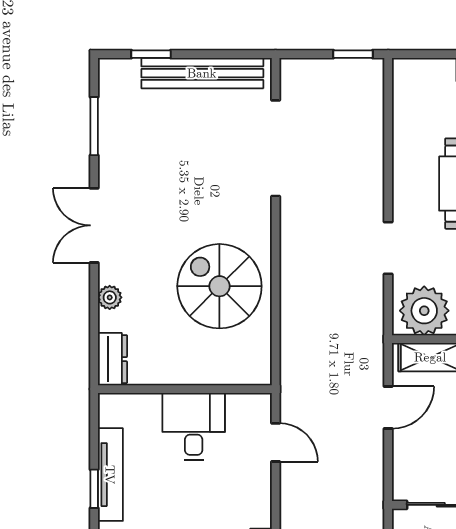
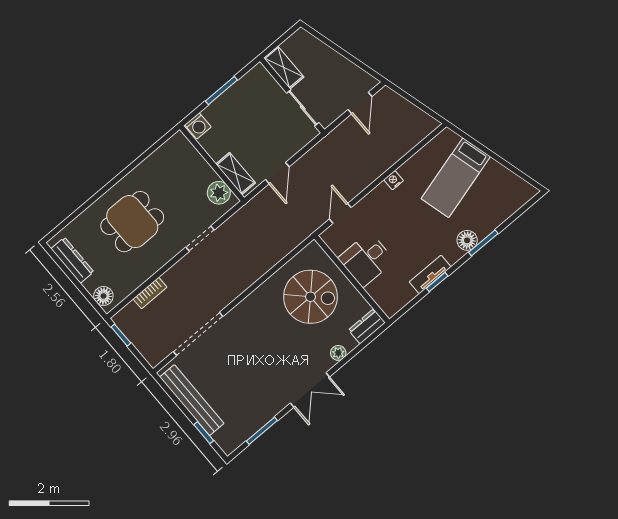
floor lamp: (418, 73) -> (103, 296), added
bookcase: (374, 132) -> (150, 293), added
spiral stairs: (219, 286) -> (311, 297), moved, turned -90
plant: (424, 311) -> (219, 193), width x0.73, depth x0.73
door: (388, 408) -> (277, 173), swing flipped
tv unit: (110, 475) -> (430, 274), width x0.71

